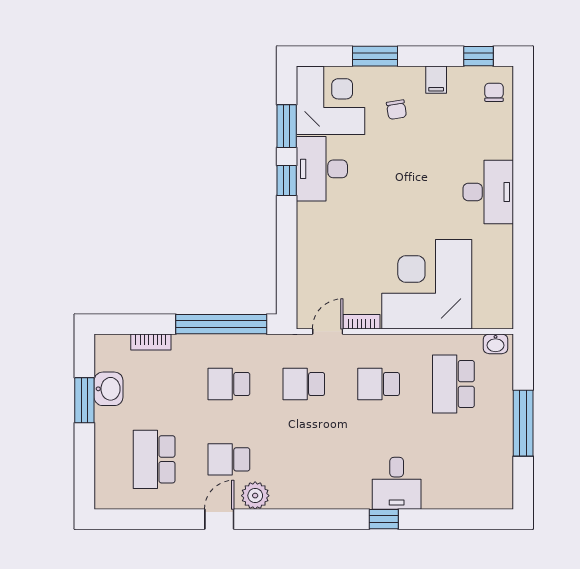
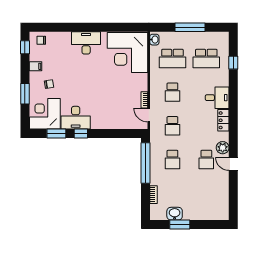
corner desk: (427, 284) -> (128, 52), moved
school desk: (154, 459) -> (206, 58), moved
desk: (397, 483) -> (217, 98), moved
locker: (316, 497) -> (223, 120), added
window: (384, 519) -> (233, 63), moved

